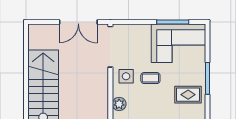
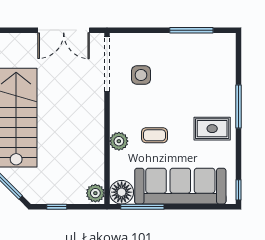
corner sofa: (178, 43) -> (199, 59), removed
side table: (126, 76) -> (141, 75), moved
coffee table: (150, 78) -> (154, 135), moved

